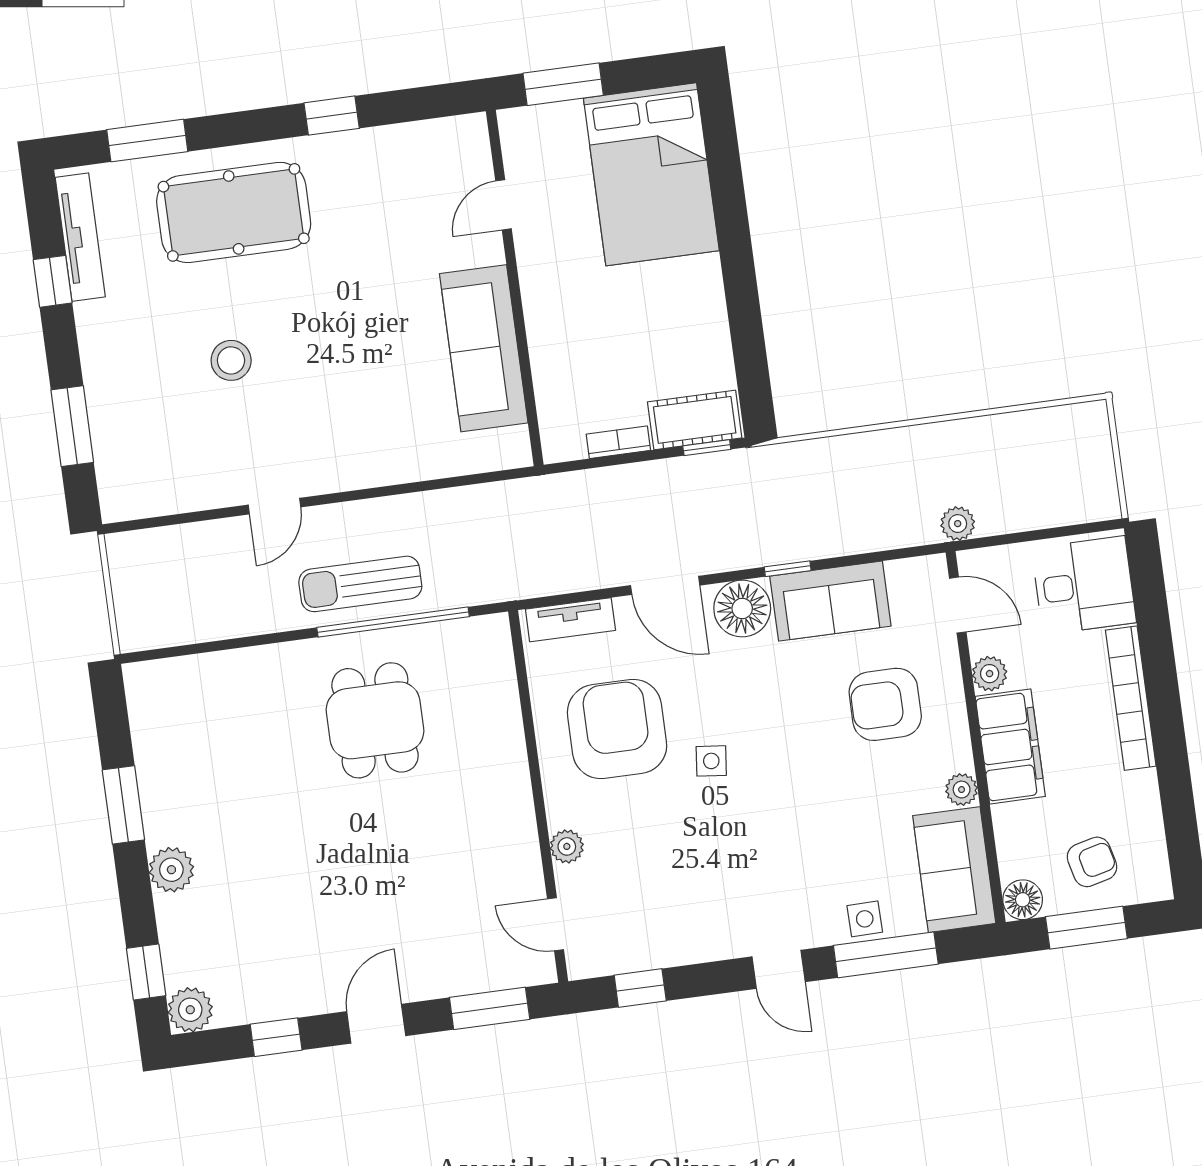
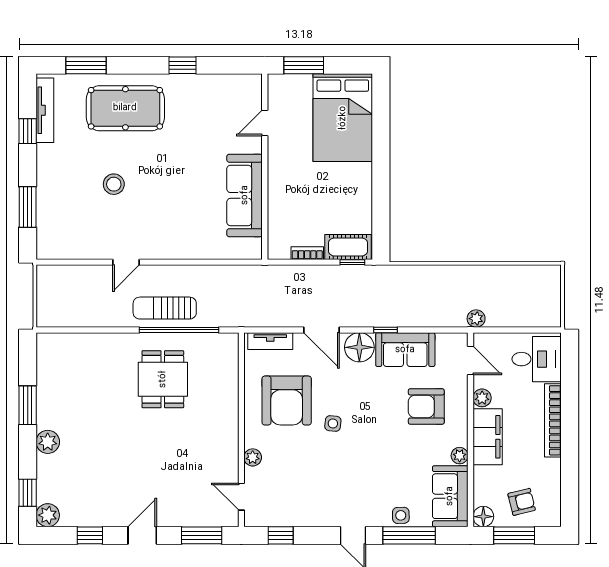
armchair: (617, 729) -> (287, 401), turned 180

